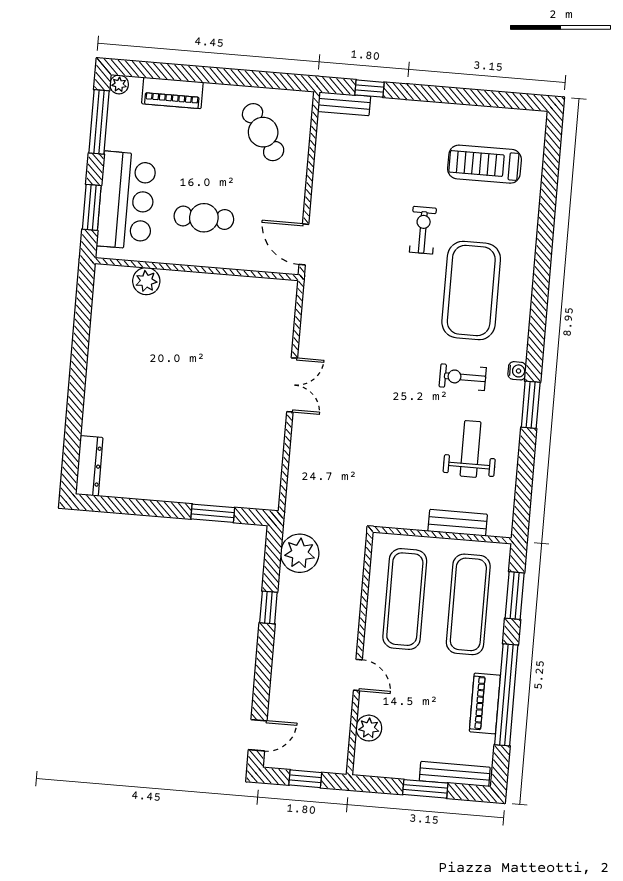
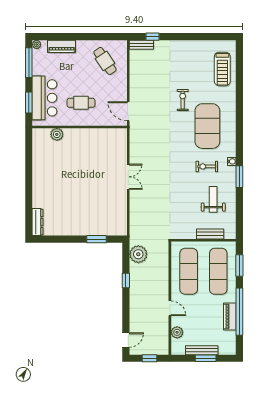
treadmill: (484, 164) -> (222, 69), moved, turned -90
bench: (455, 774) -> (202, 350), moved

